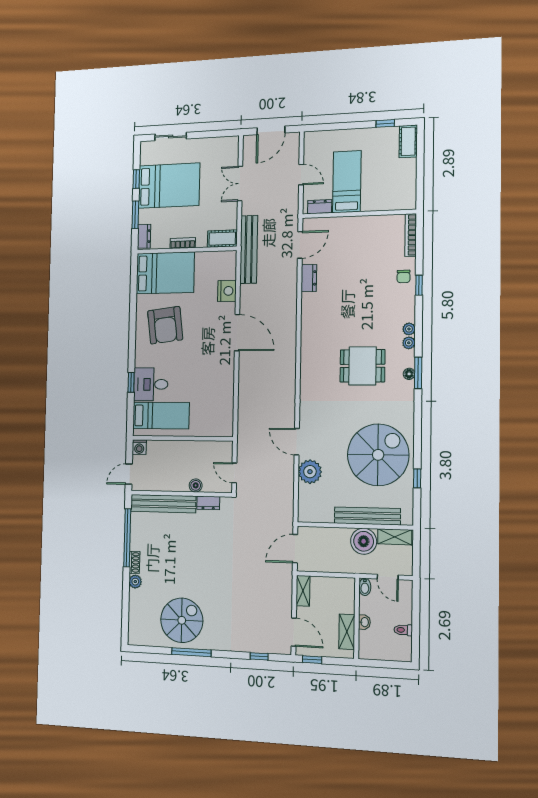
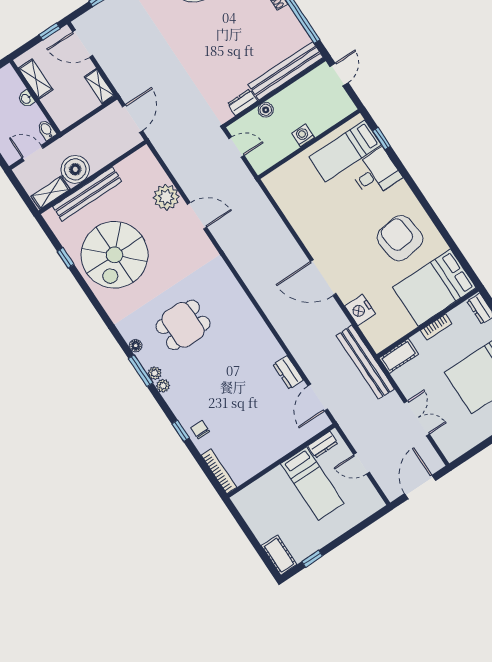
window: (418, 373) -> (141, 371), moved
window: (131, 382) -> (381, 139), moved
washing machine: (139, 447) -> (303, 135), moved

